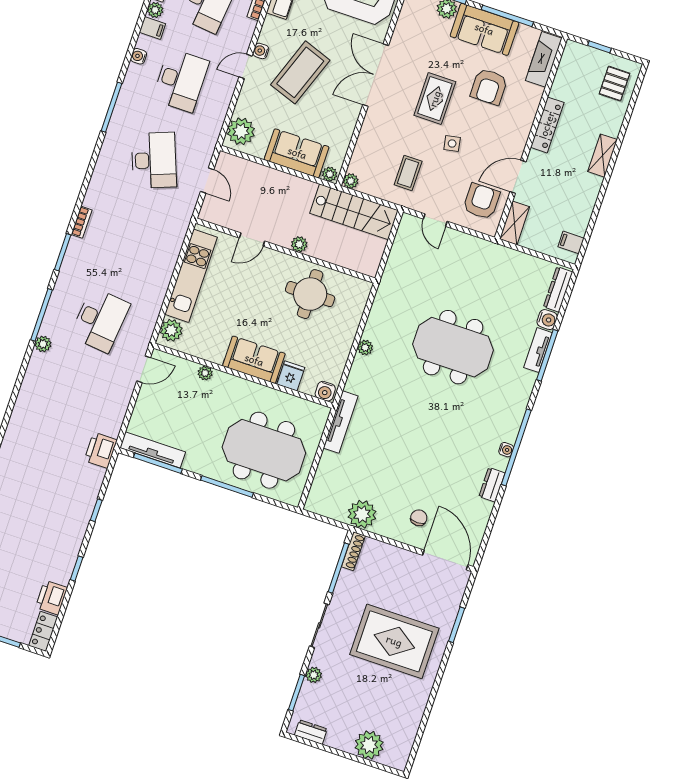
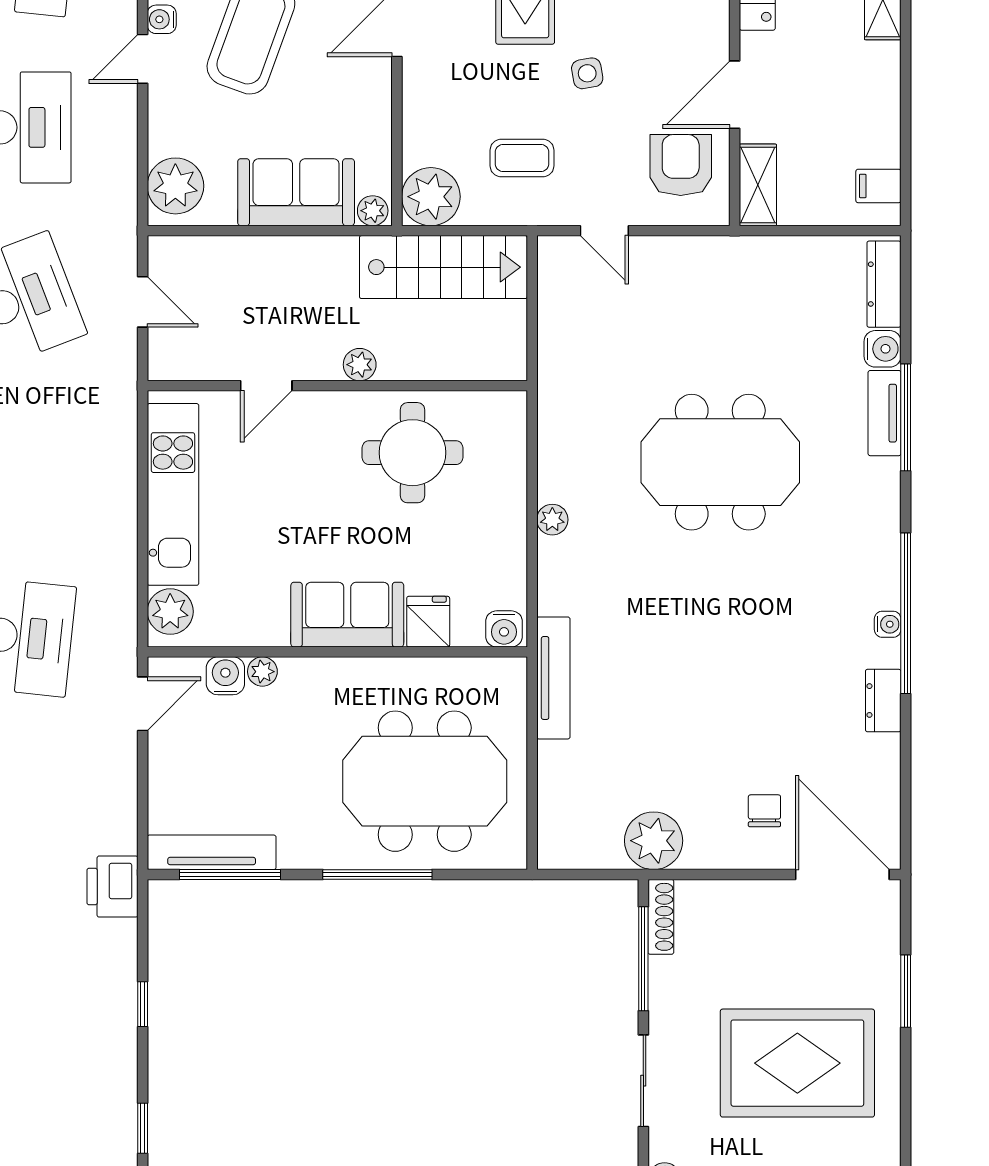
coffee table: (408, 173) -> (522, 158), turned 90
plant: (351, 181) -> (431, 197), width x1.88, depth x1.88
water cooler: (187, 369) -> (225, 676), added

